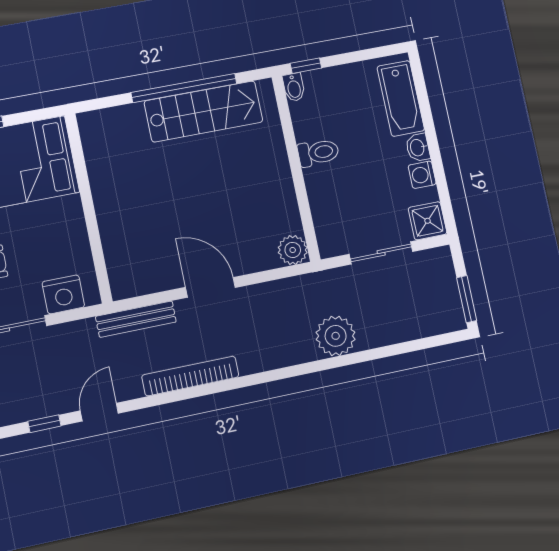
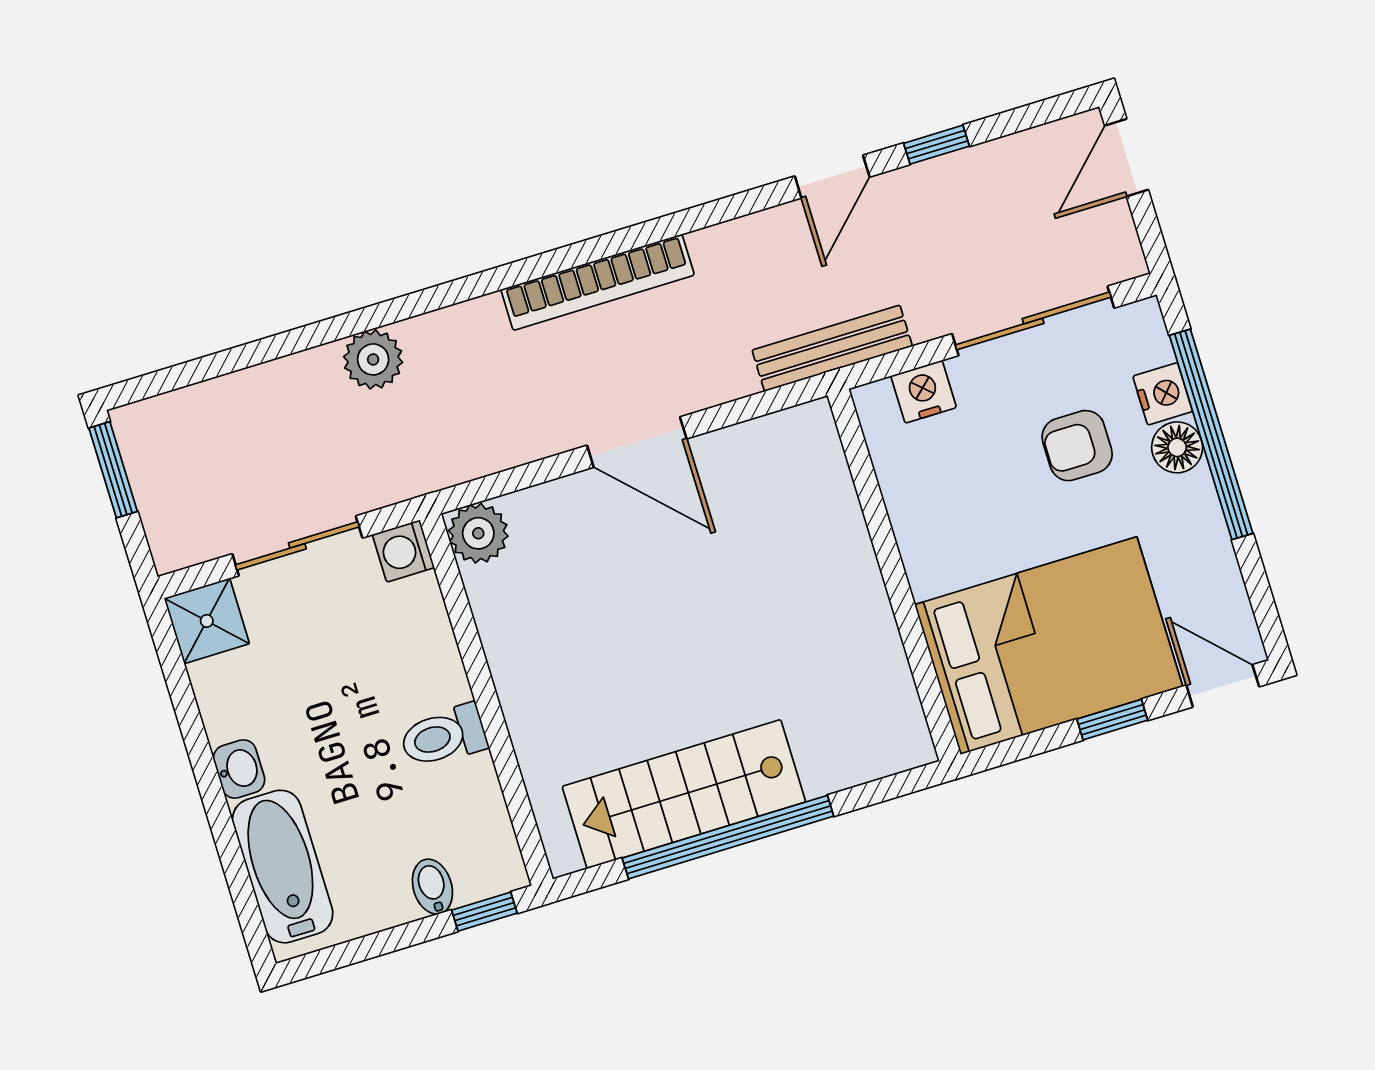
bidet: (294, 87) -> (432, 887), moved
washing machine: (422, 175) -> (403, 551), moved, turned 180
nightstand: (63, 294) -> (924, 392), width x0.74, depth x0.75
bench: (136, 319) -> (832, 348), moved
plant: (336, 336) -> (373, 359), width x0.73, depth x0.73
bookcase: (190, 376) -> (598, 282), moved

